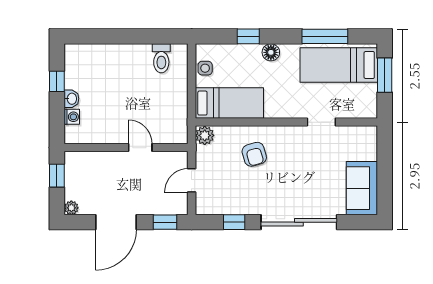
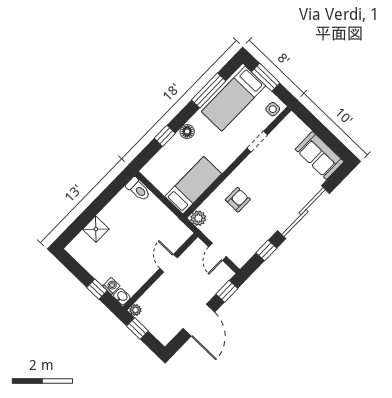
shower: (108, 55) -> (96, 229), added
toilet: (161, 58) -> (138, 189), moved
side table: (205, 68) -> (273, 109), moved
window: (57, 81) -> (97, 289), moved
washbasin: (71, 99) -> (122, 297), moved
door: (140, 148) -> (169, 263), hinge flipped
armchair: (254, 154) -> (238, 200), turned -74
plant: (71, 208) -> (135, 310), moved

